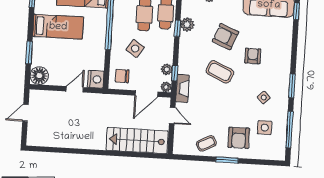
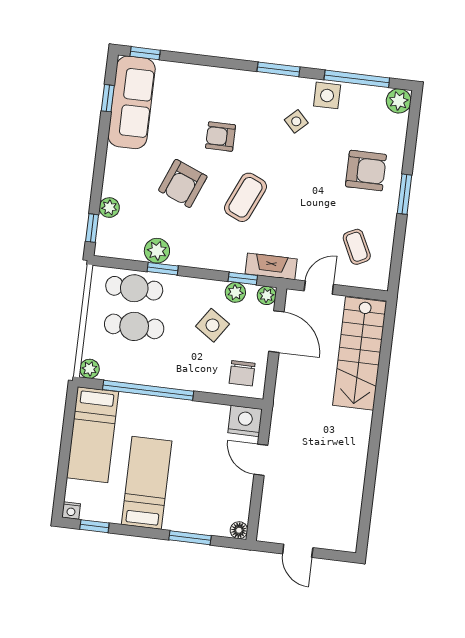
side table: (135, 48) -> (212, 325), moved
floor lamp: (39, 76) -> (239, 530), width x0.53, depth x0.53
side table: (265, 127) -> (327, 95), moved
coffee table: (206, 143) -> (357, 247), moved
plant: (279, 154) -> (399, 101), added

